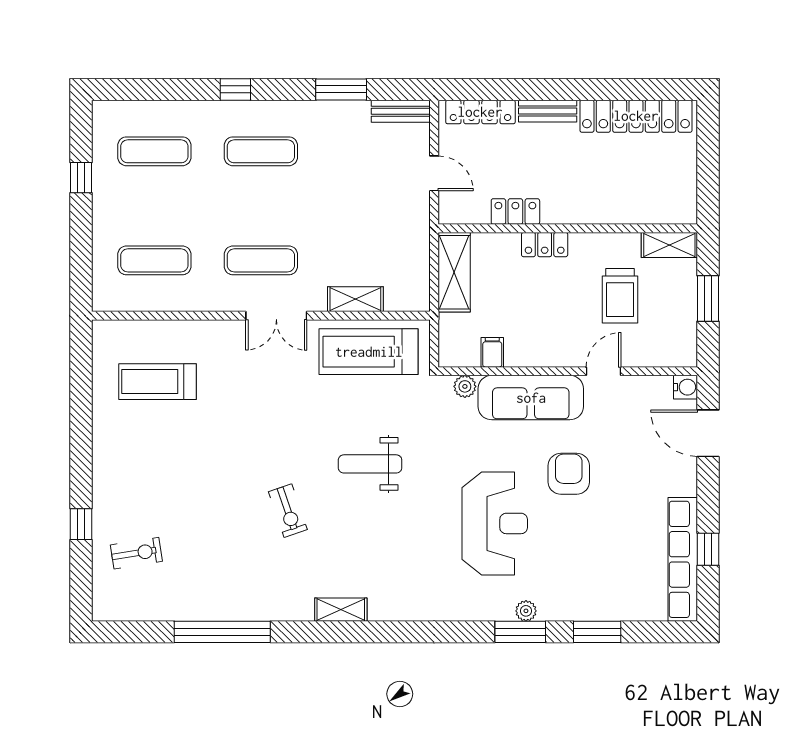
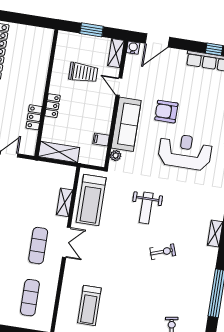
shelving: (669, 245) -> (116, 53), moved

